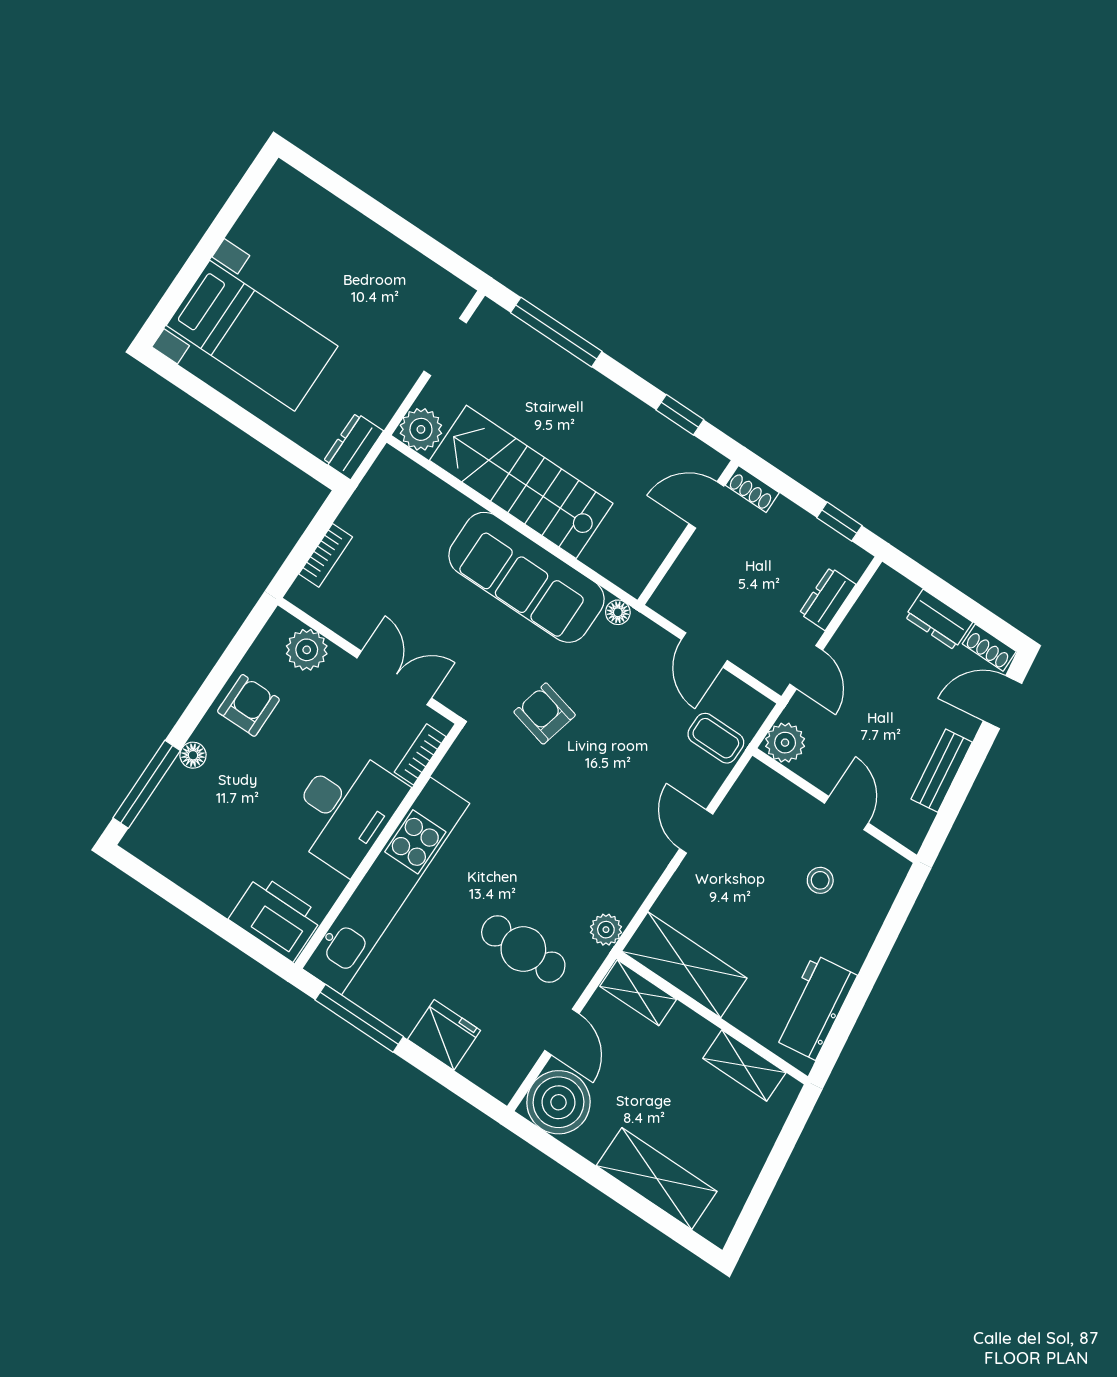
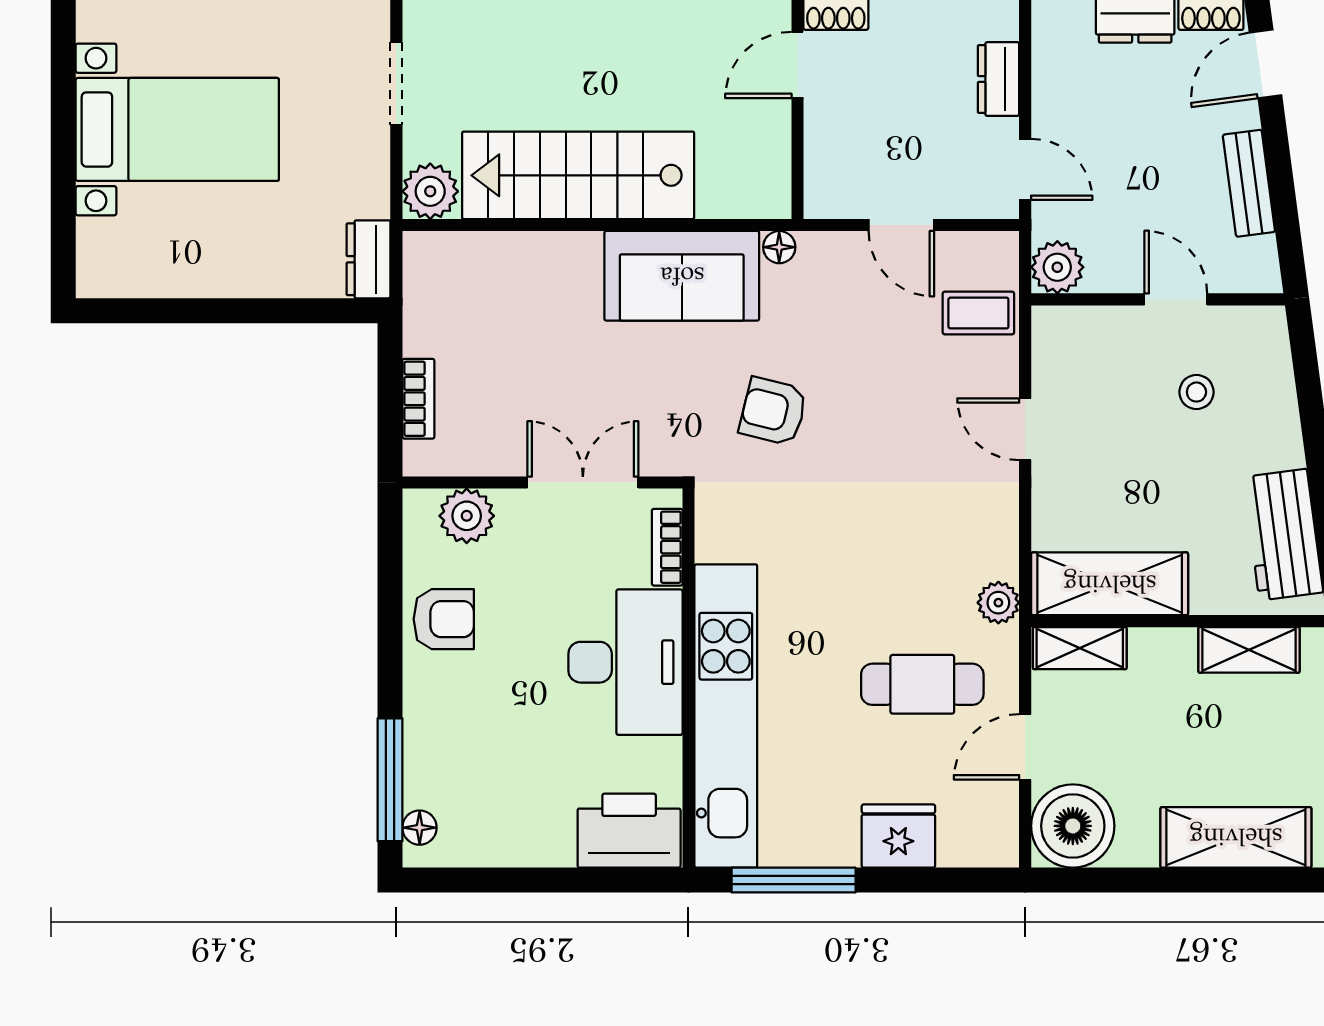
bed with nightstands: (252, 336) -> (177, 129), moved
sofa: (526, 577) -> (682, 276), width x0.73
armchair: (248, 705) -> (444, 619), turned 90
floor lamp: (193, 755) -> (420, 828), moved
door: (562, 1032) -> (1025, 747), swing flipped

